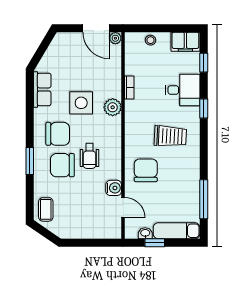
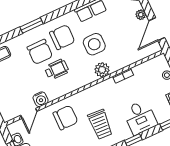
plant: (115, 38) -> (141, 15), moved
chair: (58, 134) -> (62, 37), turned -90
wheelchair: (90, 156) -> (57, 69), turned 180
chair: (62, 165) -> (40, 52), turned 180

